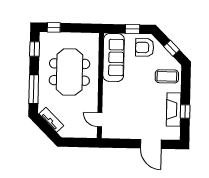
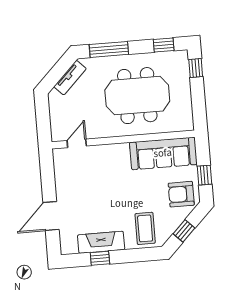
armchair: (145, 47) -> (181, 194), turned -90

